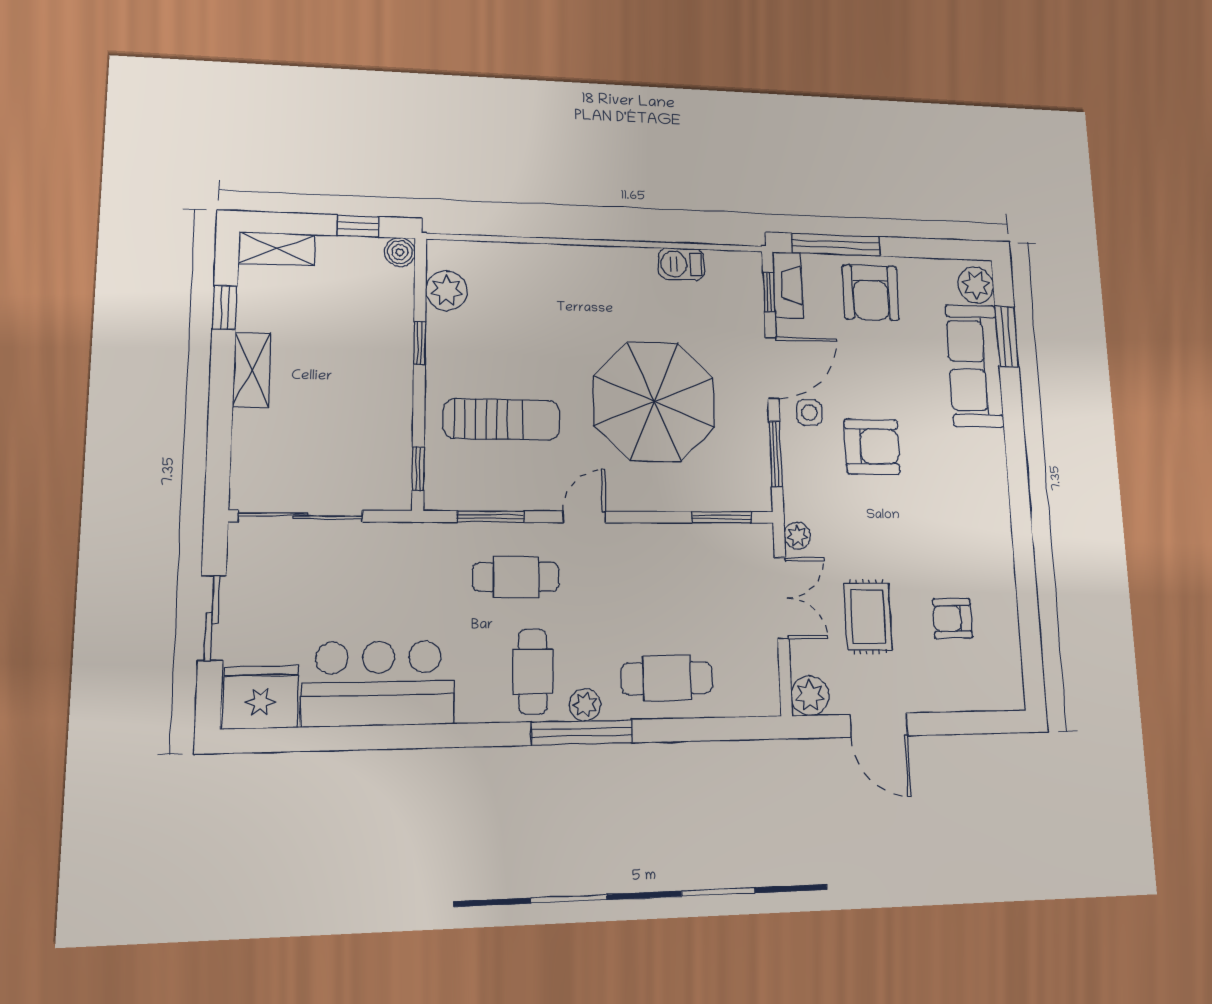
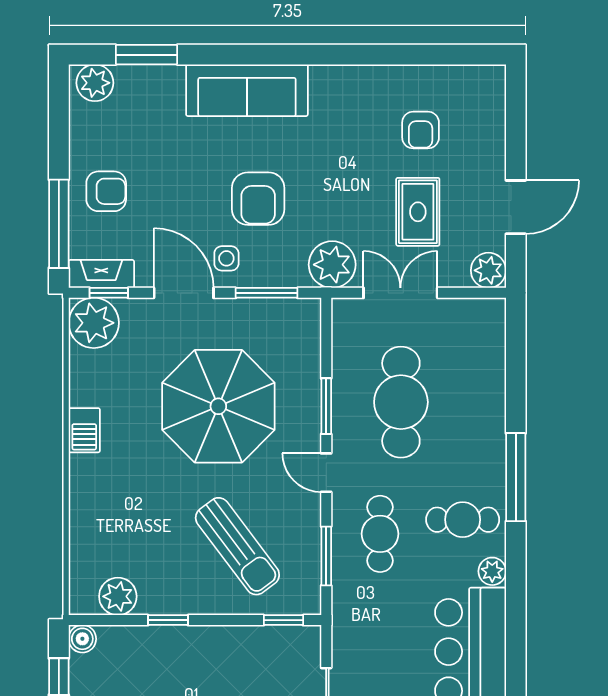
barbecue: (681, 264) -> (84, 430), moved
plant: (738, 276) -> (94, 323), added
armchair: (871, 293) -> (106, 191), width x0.72, depth x0.72
sofa: (975, 365) -> (247, 90), moved
sun lounger: (502, 419) -> (237, 546), turned 143
armchair: (872, 446) -> (258, 199), turned 180
window: (722, 517) -> (326, 406), moved
plant: (797, 536) -> (332, 265), width x1.88, depth x1.88
rug: (868, 616) -> (418, 212), turned 90
cafe table: (667, 678) -> (401, 402), moved, width x1.37, depth x1.35
plant: (585, 705) -> (492, 571), moved

